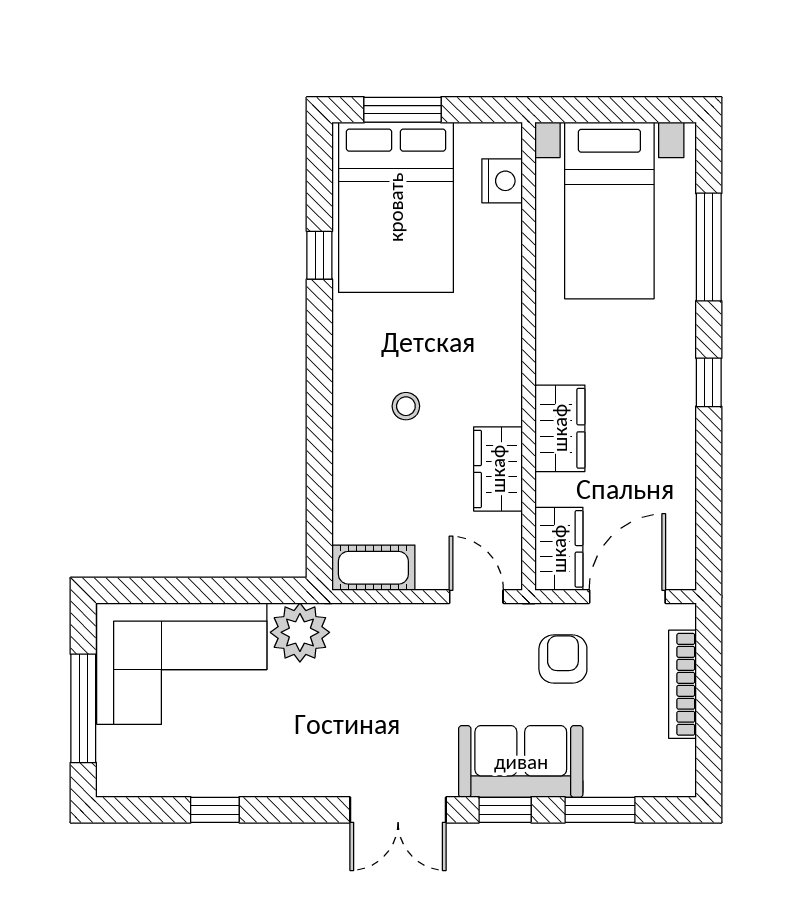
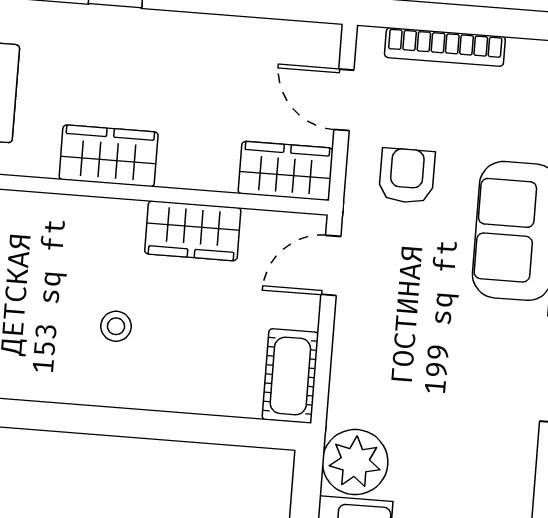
wardrobe: (560, 428) -> (109, 156), moved
door: (627, 597) -> (344, 100), width x0.73
armchair: (563, 659) -> (407, 176), turned 90

